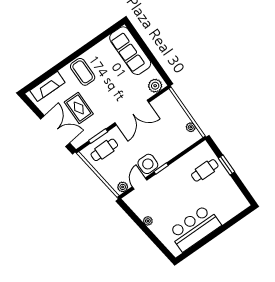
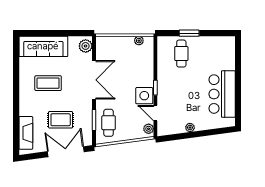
coffee table: (83, 72) -> (48, 83), moved

